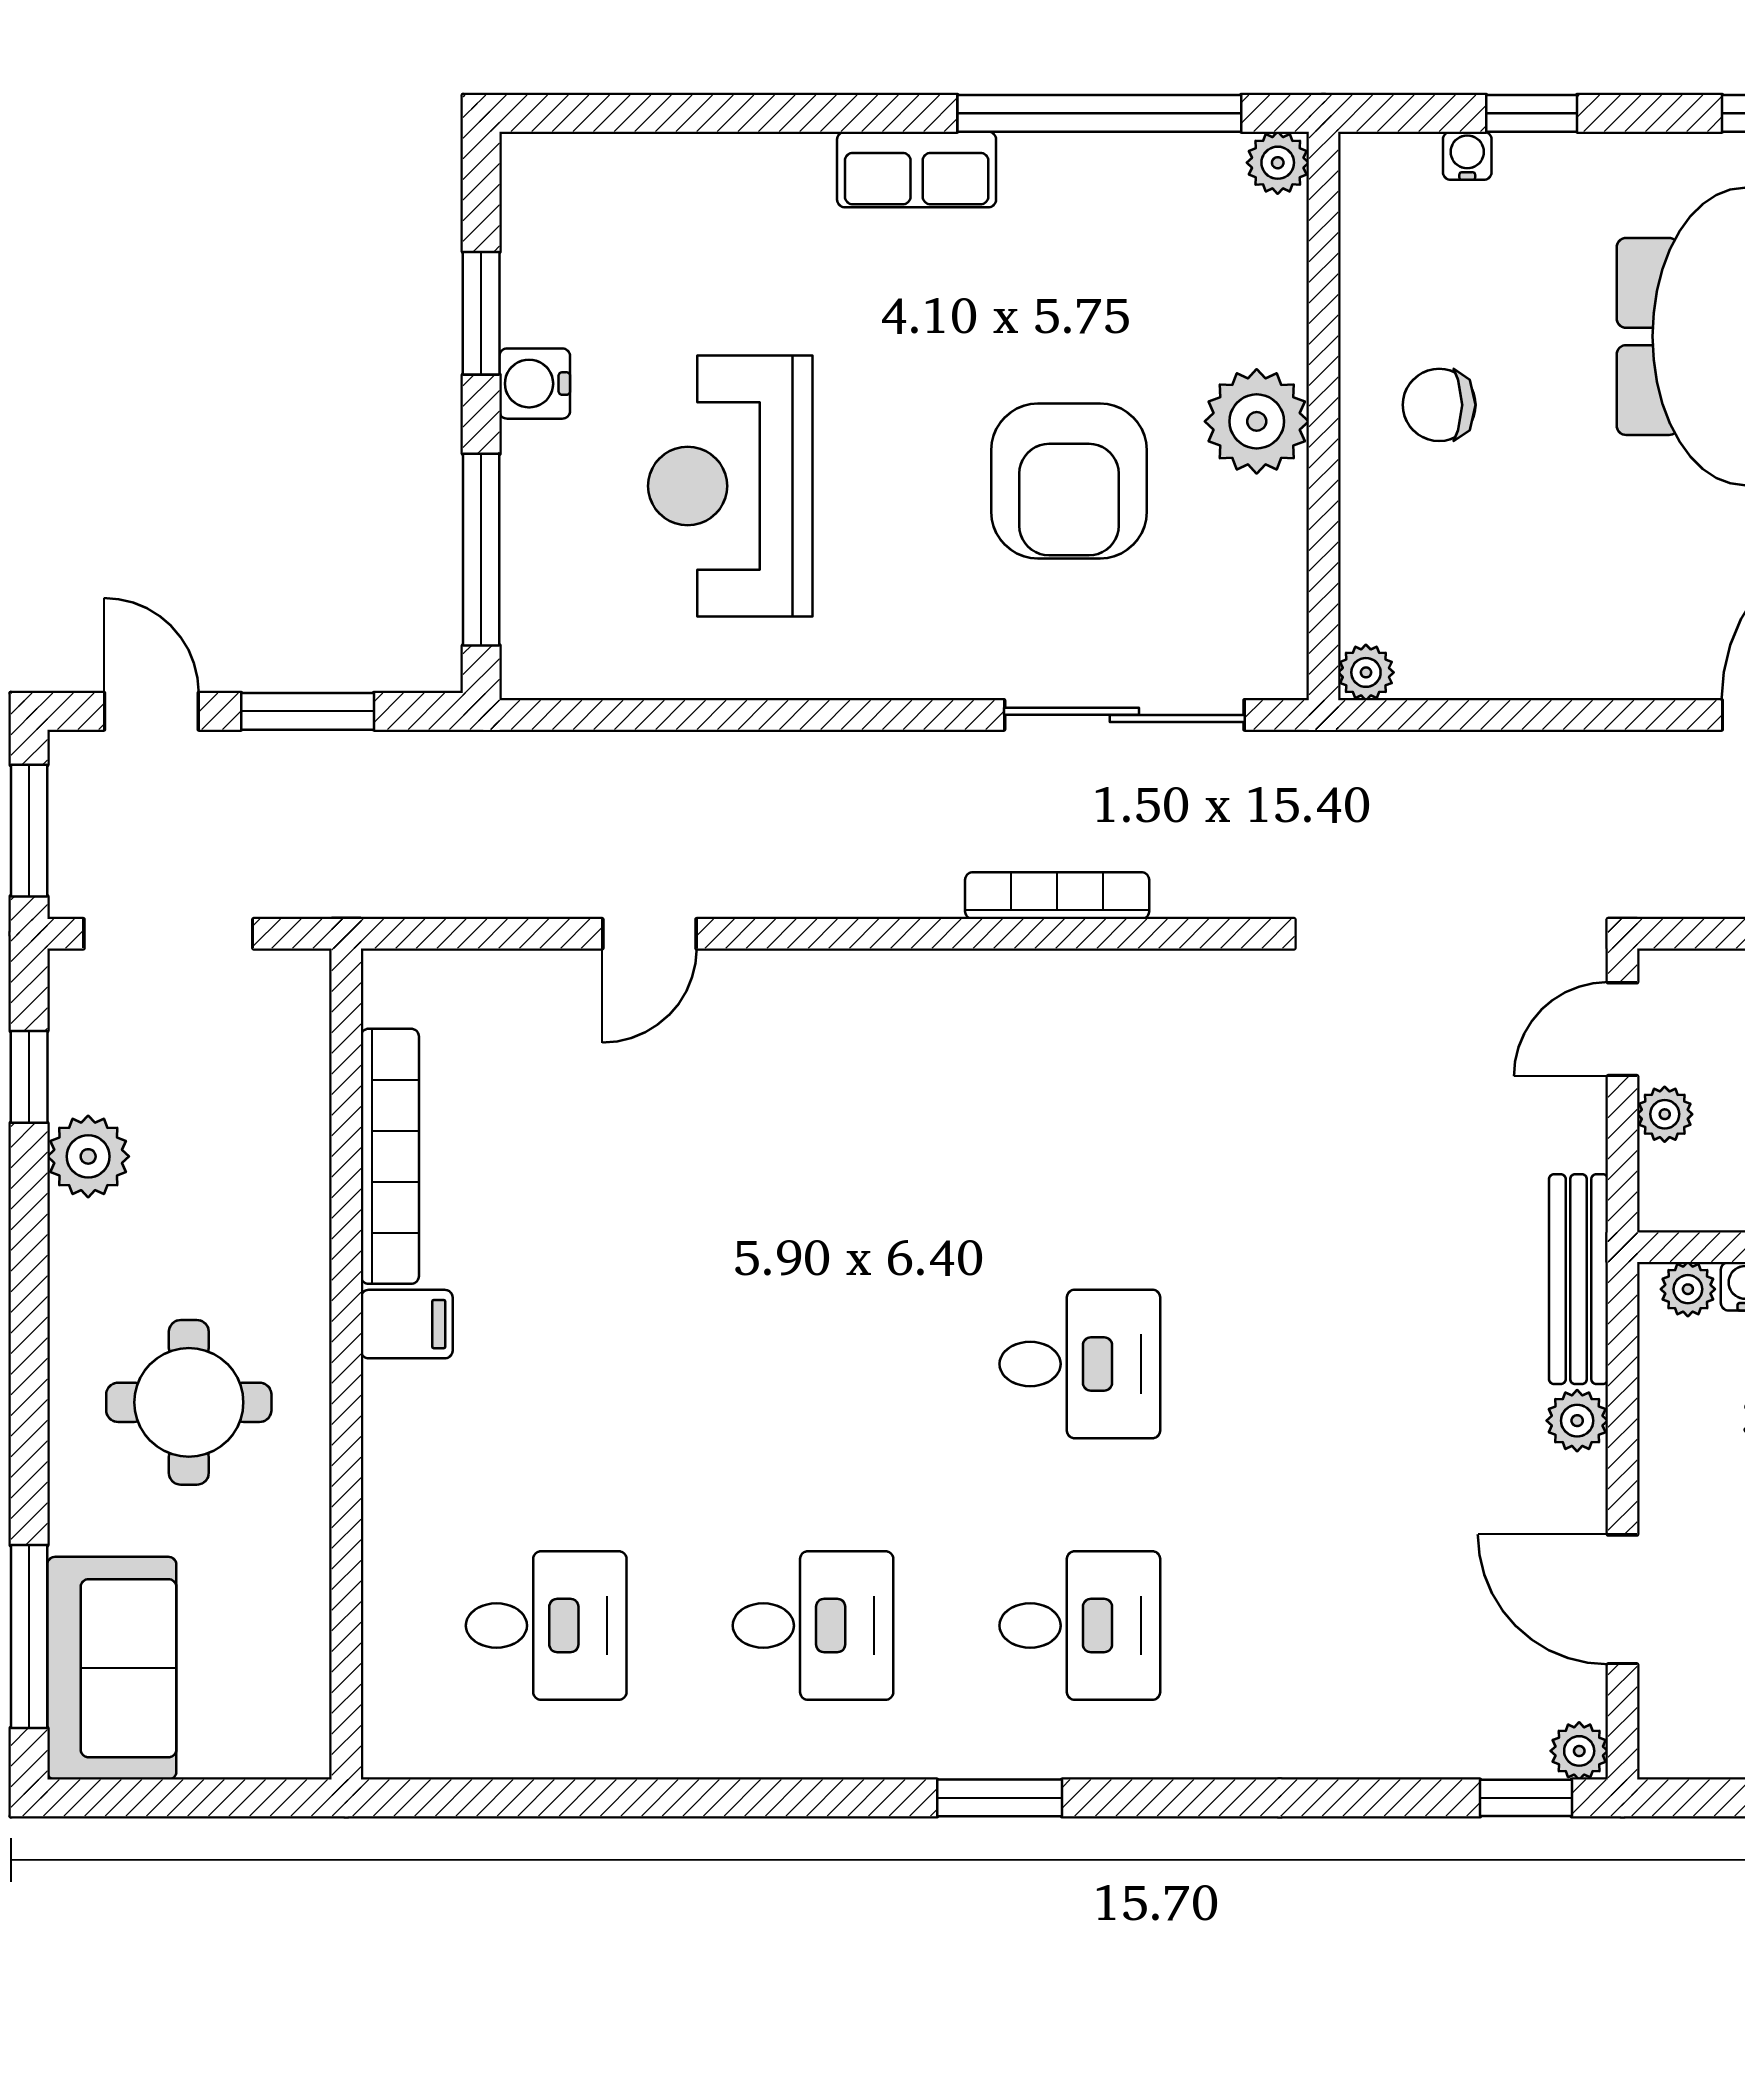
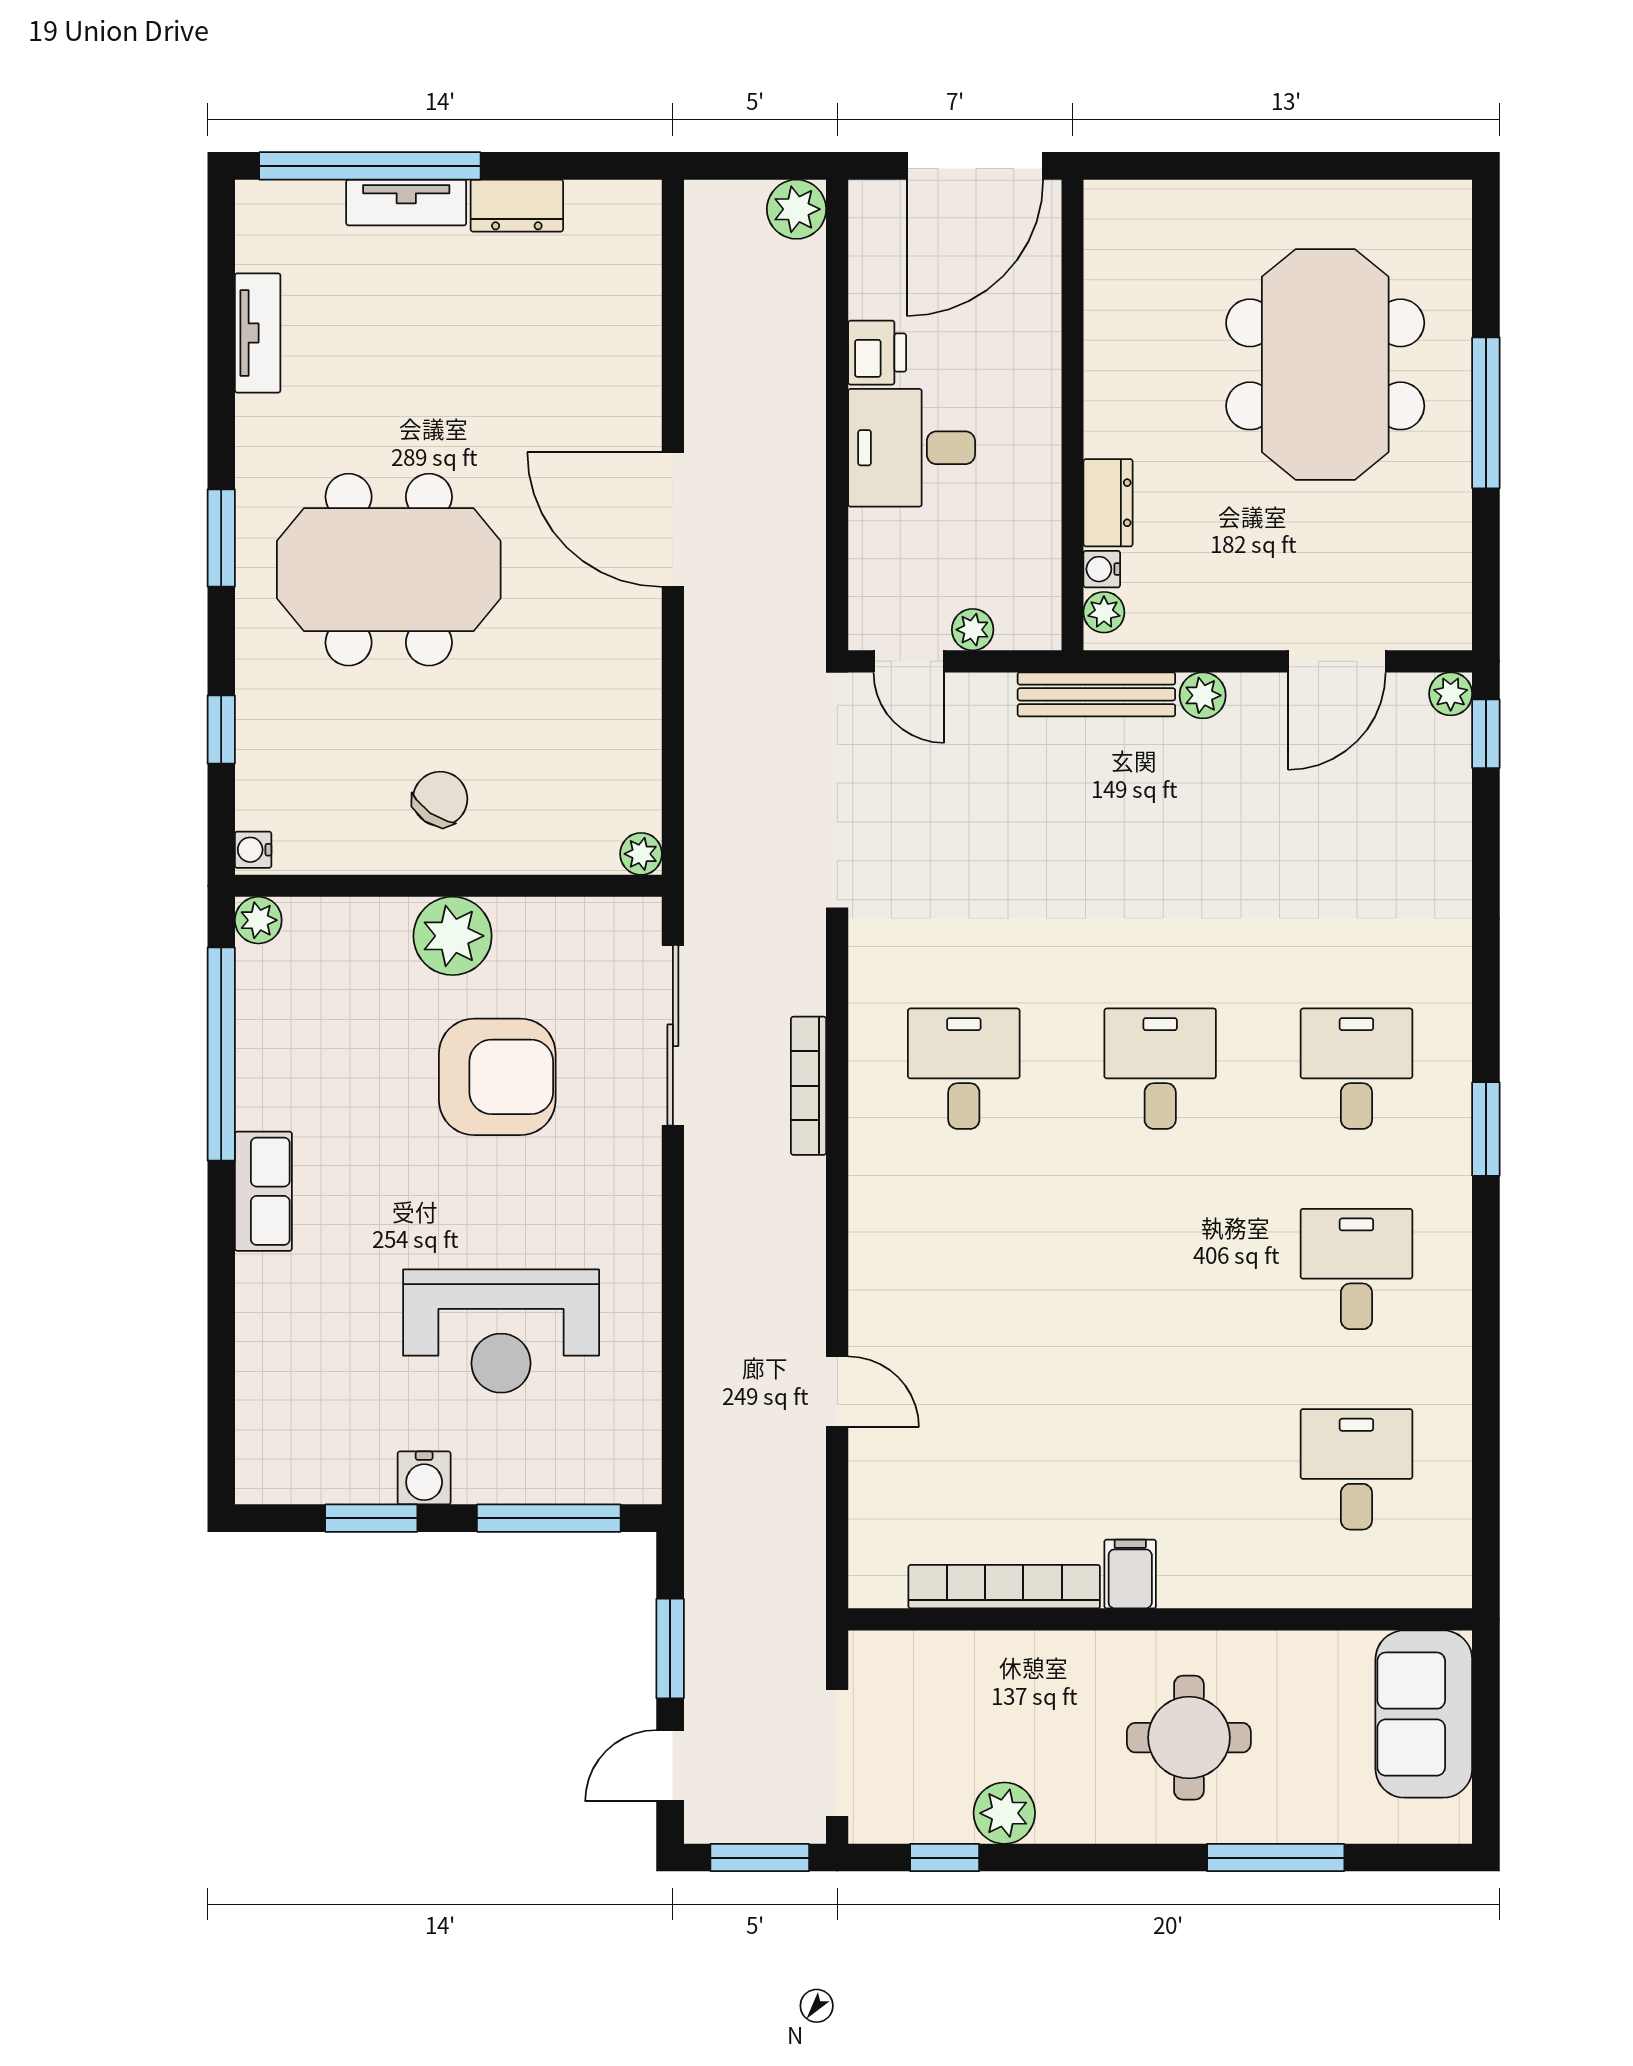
water cooler: (1467, 156) -> (253, 850), moved
chair: (1439, 405) -> (440, 799), turned -145
desk: (1080, 1102) -> (964, 1069), added
window: (29, 1637) -> (1276, 1858), moved
sofa: (112, 1668) -> (1424, 1714), moved, turned -90

